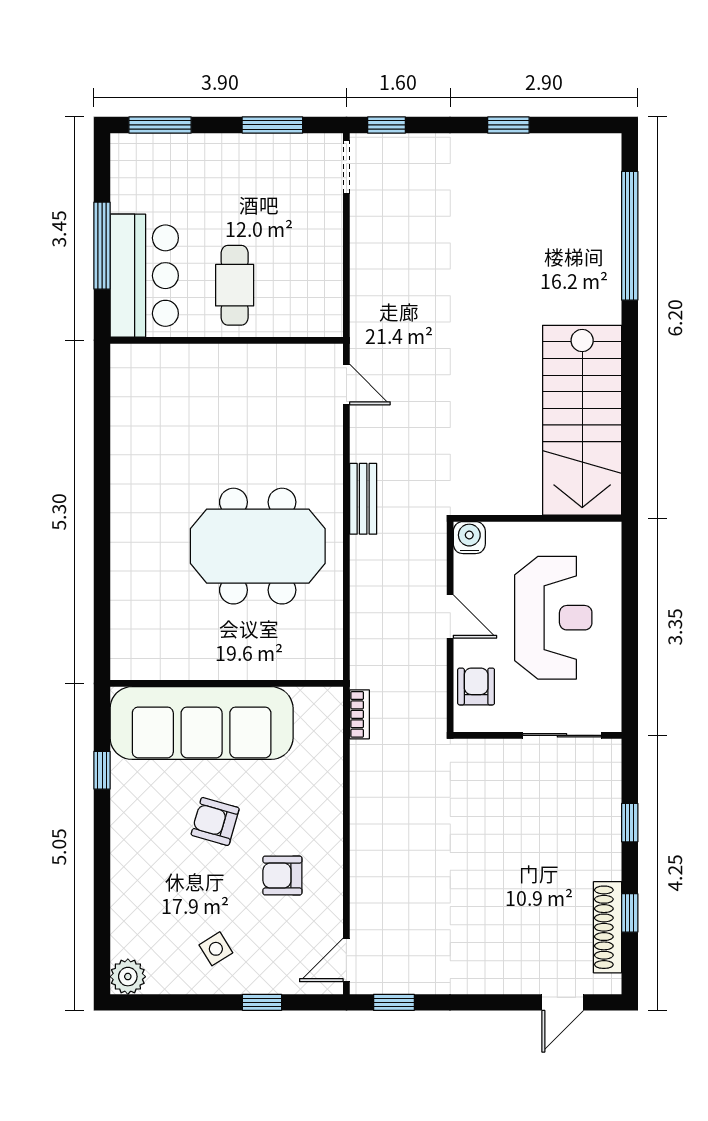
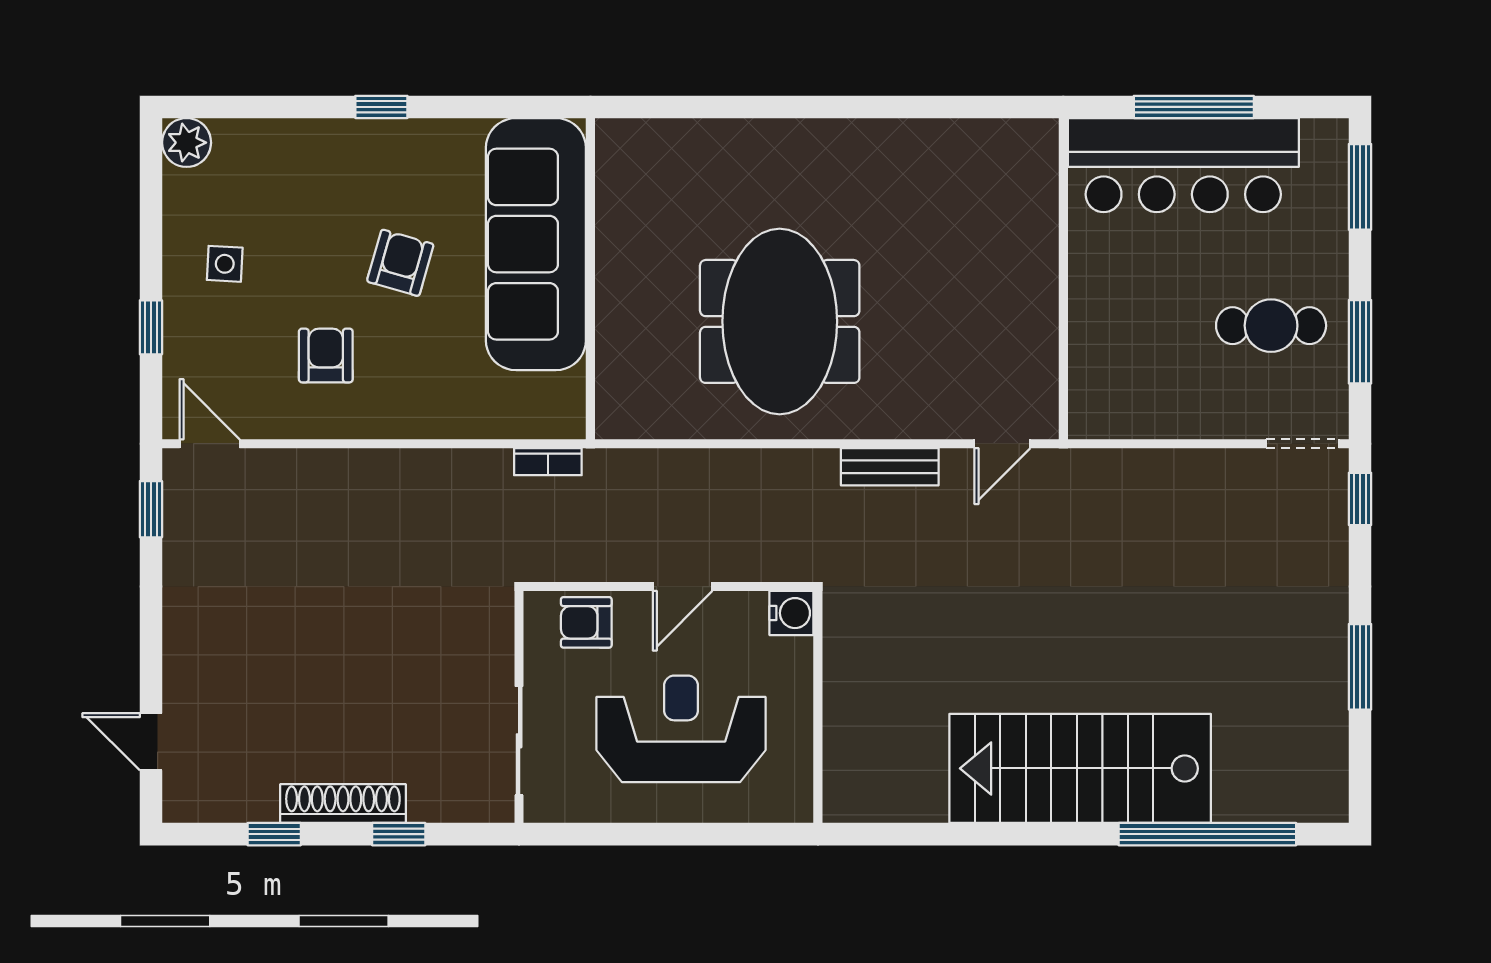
window: (508, 125) -> (1360, 667), width x1.50
bar counter: (144, 276) -> (1183, 165), width x1.36
cafe table: (235, 285) -> (1271, 326), moved
stairs: (582, 420) -> (1080, 768), moved
bench: (363, 499) -> (890, 467), moved
reception desk: (553, 618) -> (681, 729), turned 180
armchair: (476, 686) -> (586, 622), turned 180
window: (102, 770) -> (381, 107), moved
shoe rack: (608, 927) -> (343, 804), moved
side table: (216, 949) -> (225, 264), turned 35

